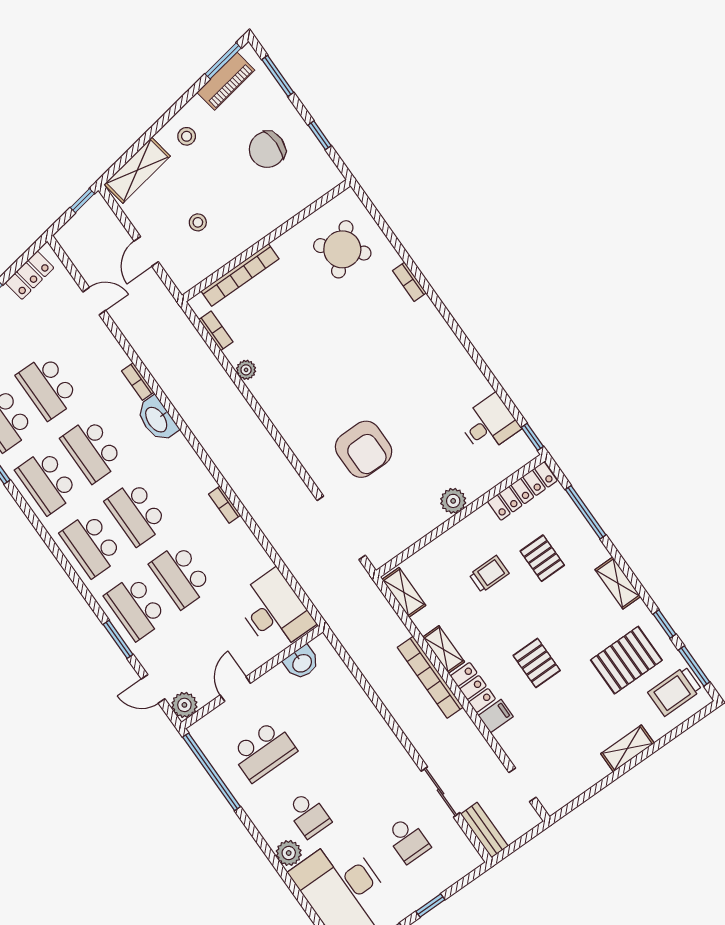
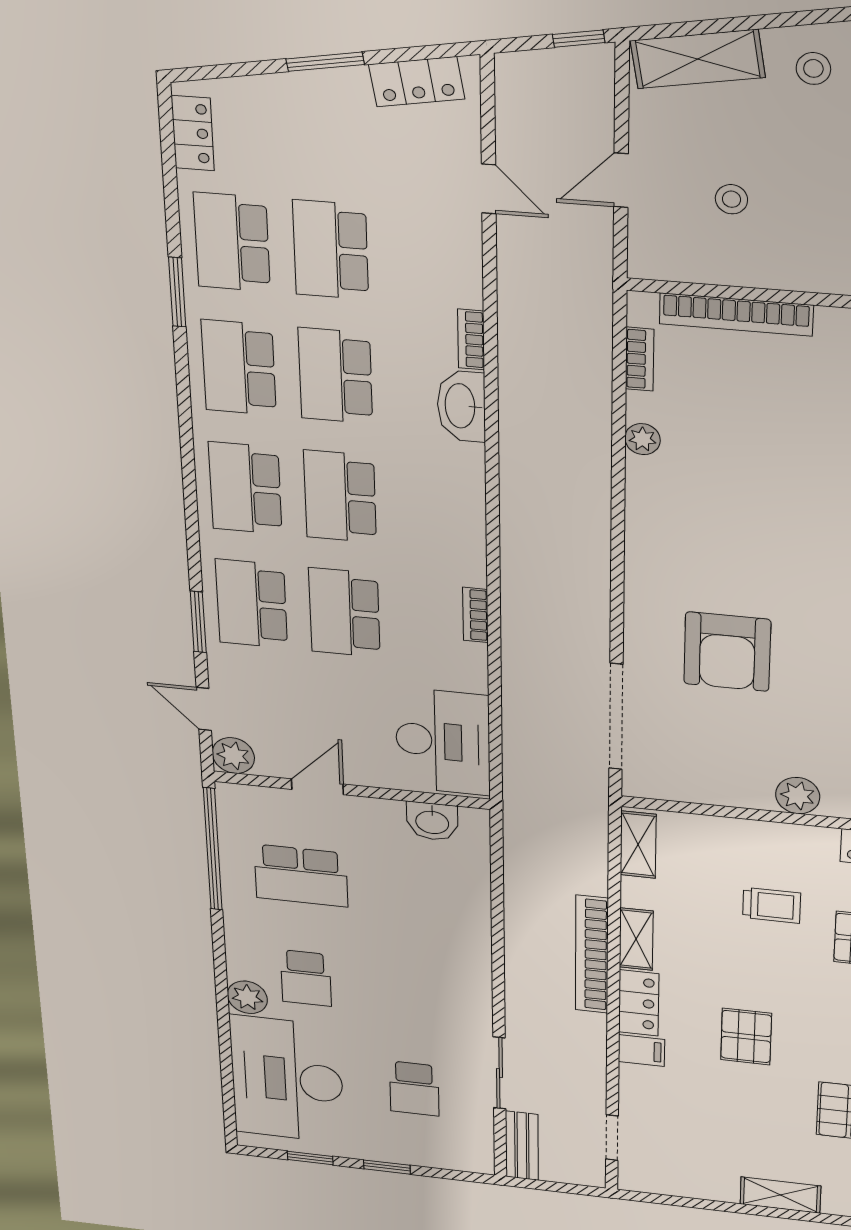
bookcase: (225, 505) -> (475, 615), moved

